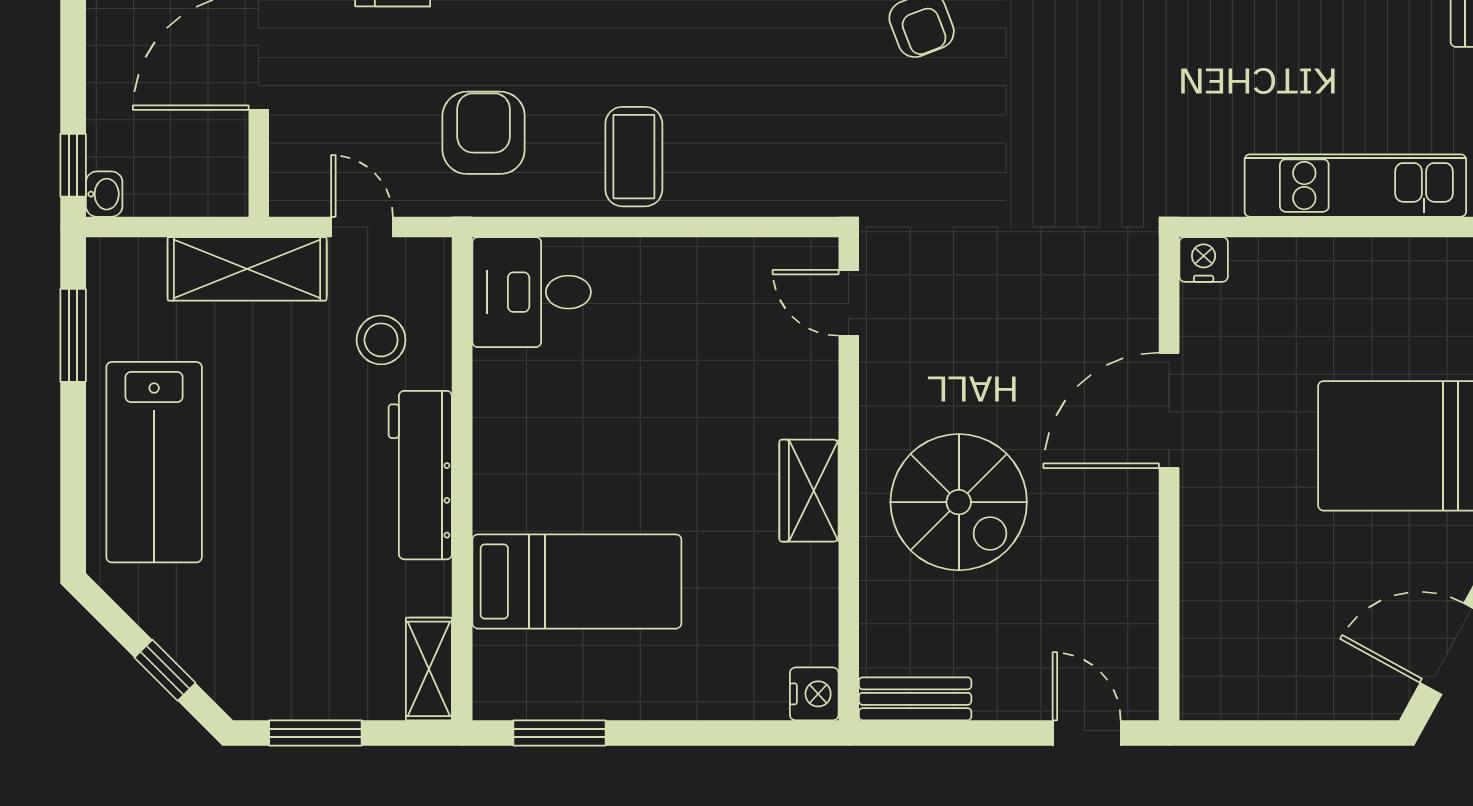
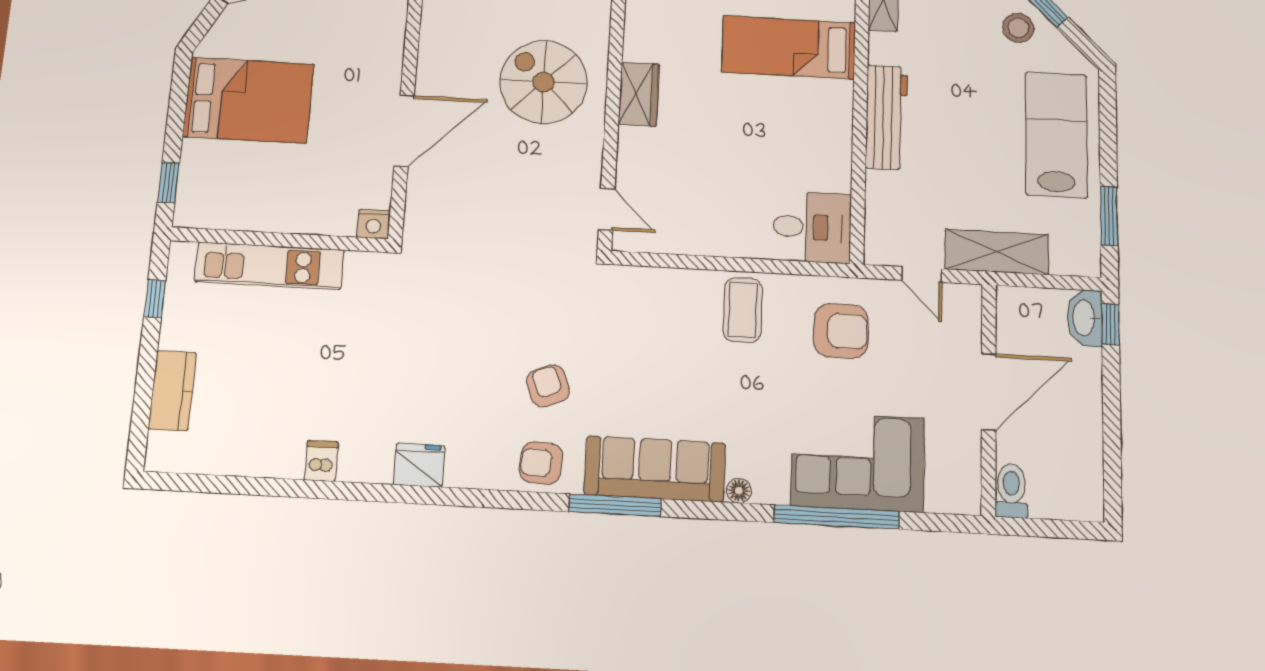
armchair: (484, 133) -> (841, 331), turned -90
washbasin: (104, 194) -> (1085, 318), width x1.91, depth x1.45
stool: (381, 340) -> (1018, 28), moved

